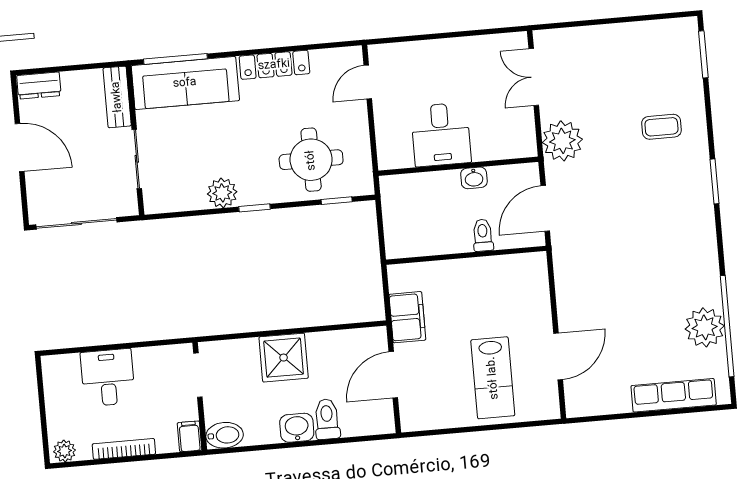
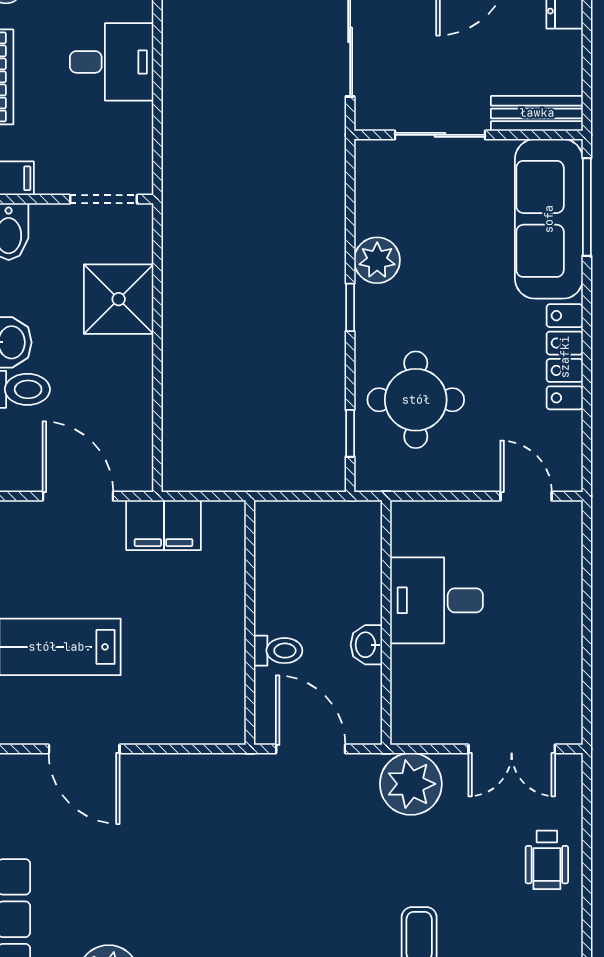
wheelchair: (604, 48) -> (547, 860), added
double door: (534, 77) -> (512, 749), swing flipped
shower: (284, 358) -> (119, 299), moved

